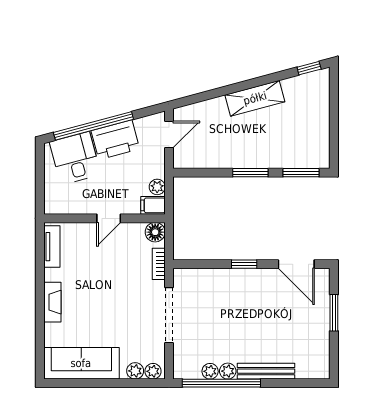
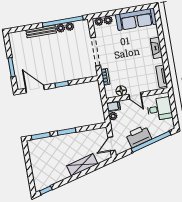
shelving: (255, 98) -> (82, 165), moved
desk: (75, 158) -> (160, 109), moved, turned -75
door: (109, 218) -> (135, 96), swing flipped
floor lamp: (155, 232) -> (121, 91), moved

